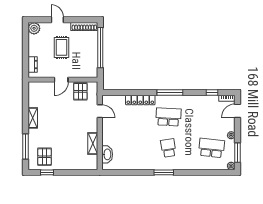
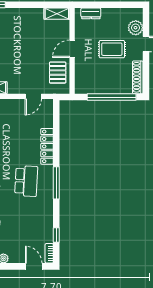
plant: (34, 28) -> (136, 28), moved
door: (61, 80) -> (72, 49), hinge flipped
pallet: (80, 91) -> (58, 73), turned 90
shelving: (33, 118) -> (57, 14), moved

